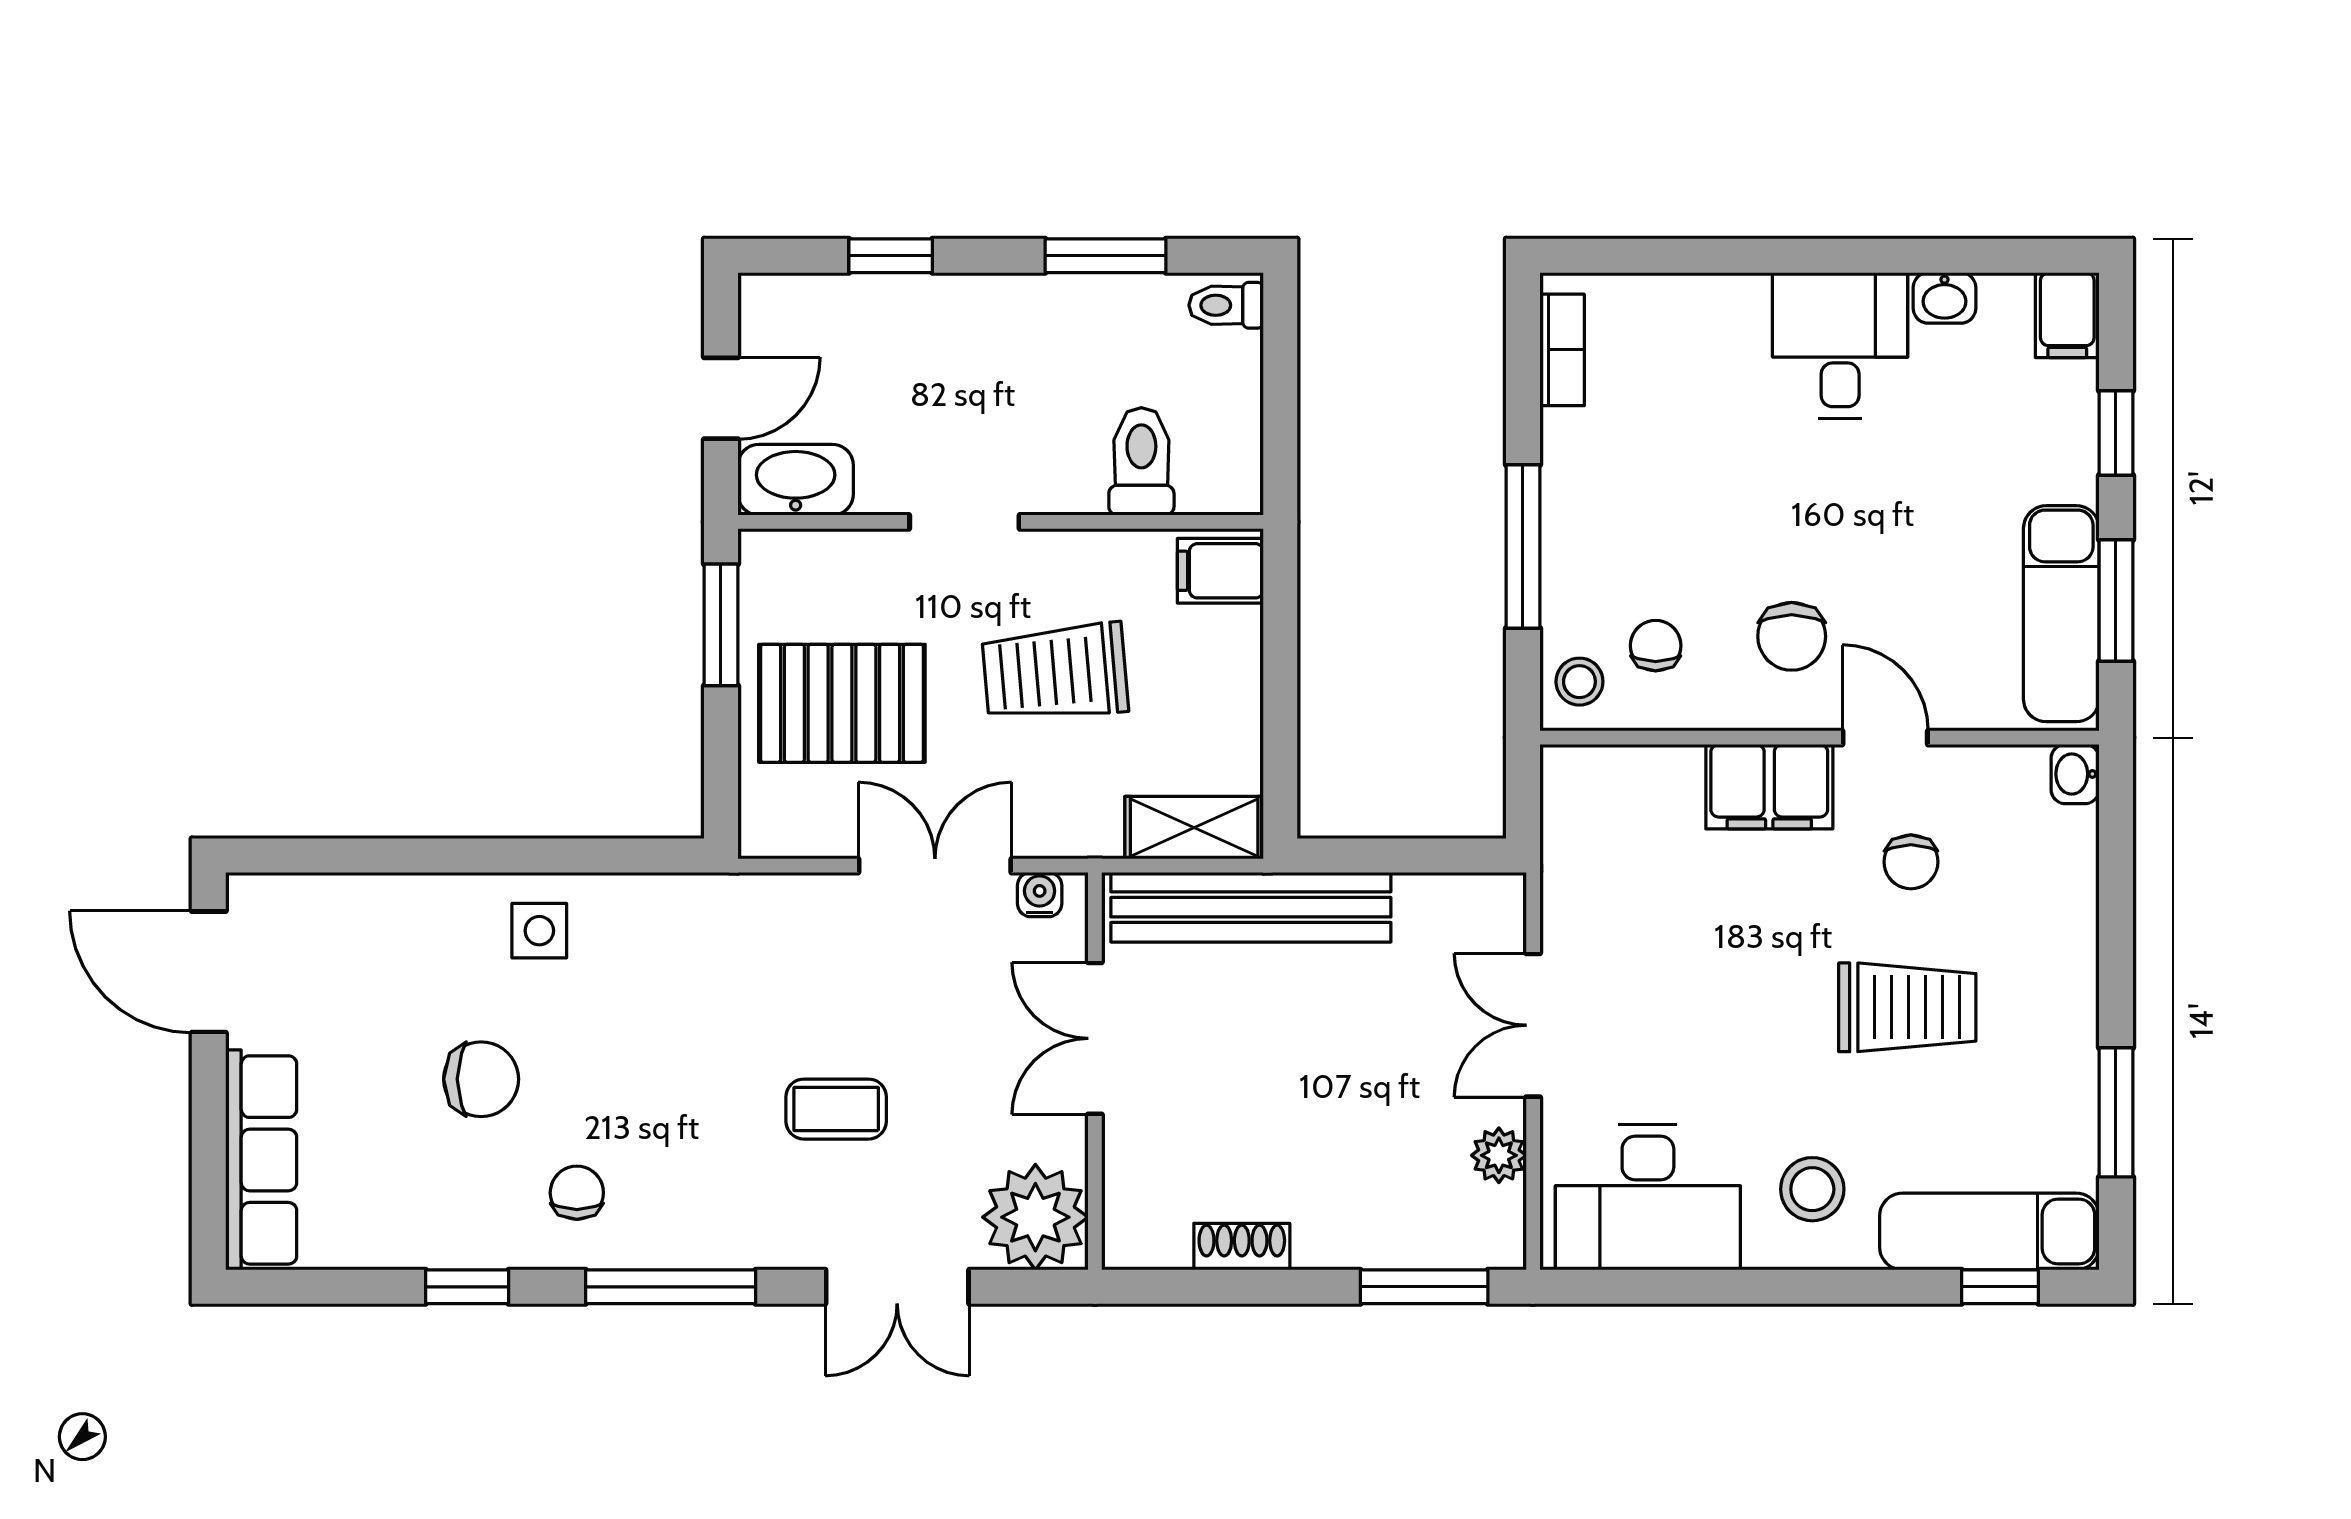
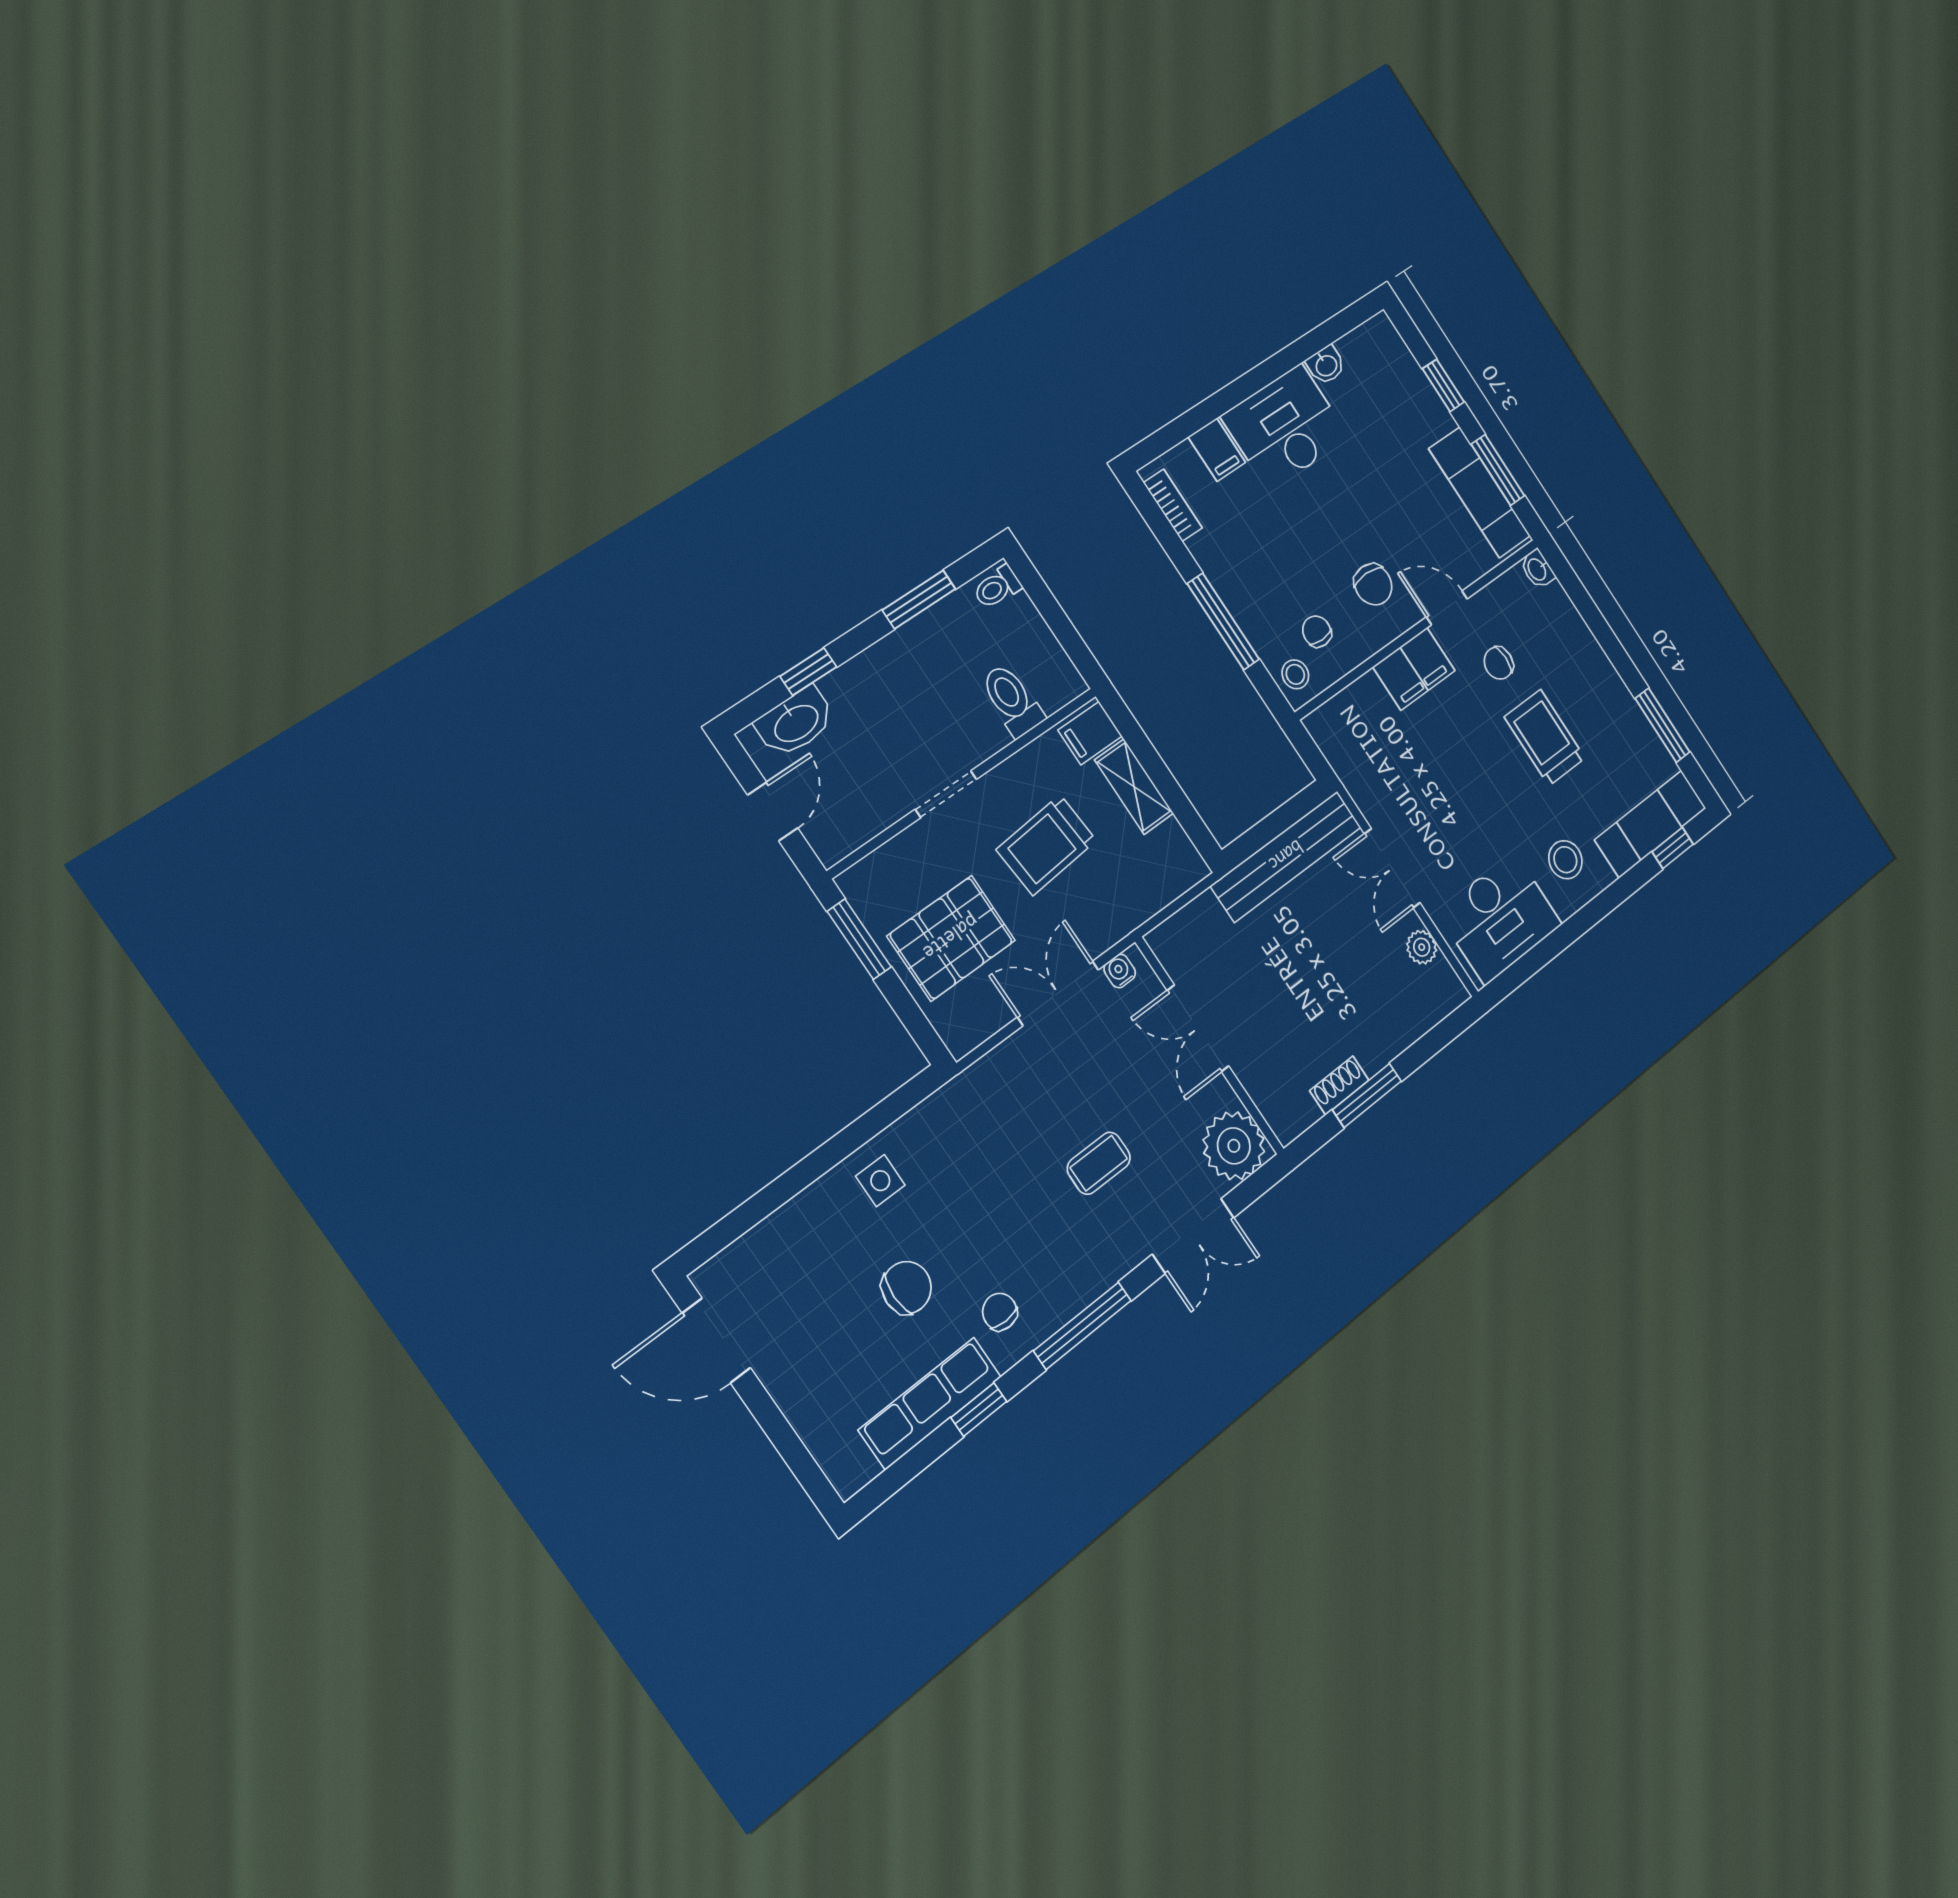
filing cabinet: (2067, 315) -> (1217, 450), moved
desk: (1840, 345) -> (1285, 427), width x1.37
washbasin: (796, 480) -> (796, 722), moved, turned 180
shelving: (1194, 828) -> (1134, 787), moved, turned 90
chair: (1911, 862) -> (1499, 663), turned 90
bench: (1251, 907) -> (1286, 856), moved
trolley: (1907, 1007) -> (1545, 738), turned -90
row of seats: (261, 1160) -> (930, 1403), moved, turned -90
window: (1424, 1287) -> (1367, 1095), moved

